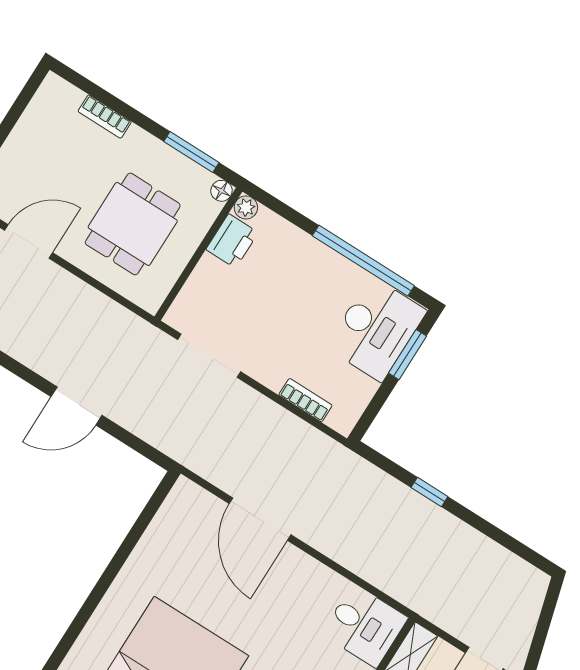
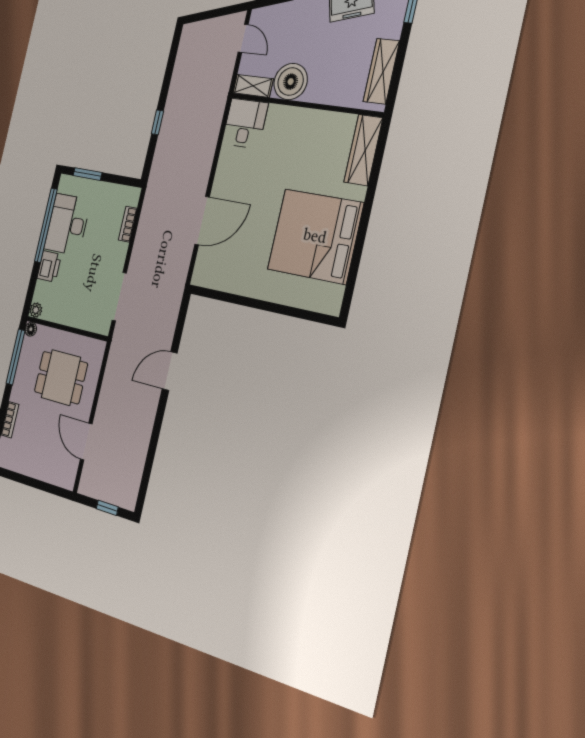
window: (191, 152) -> (16, 357), width x1.44
printer: (232, 241) -> (49, 266), moved, turned 90
desk: (376, 329) -> (67, 224), moved, turned -90
door: (76, 406) -> (170, 371), swing flipped

